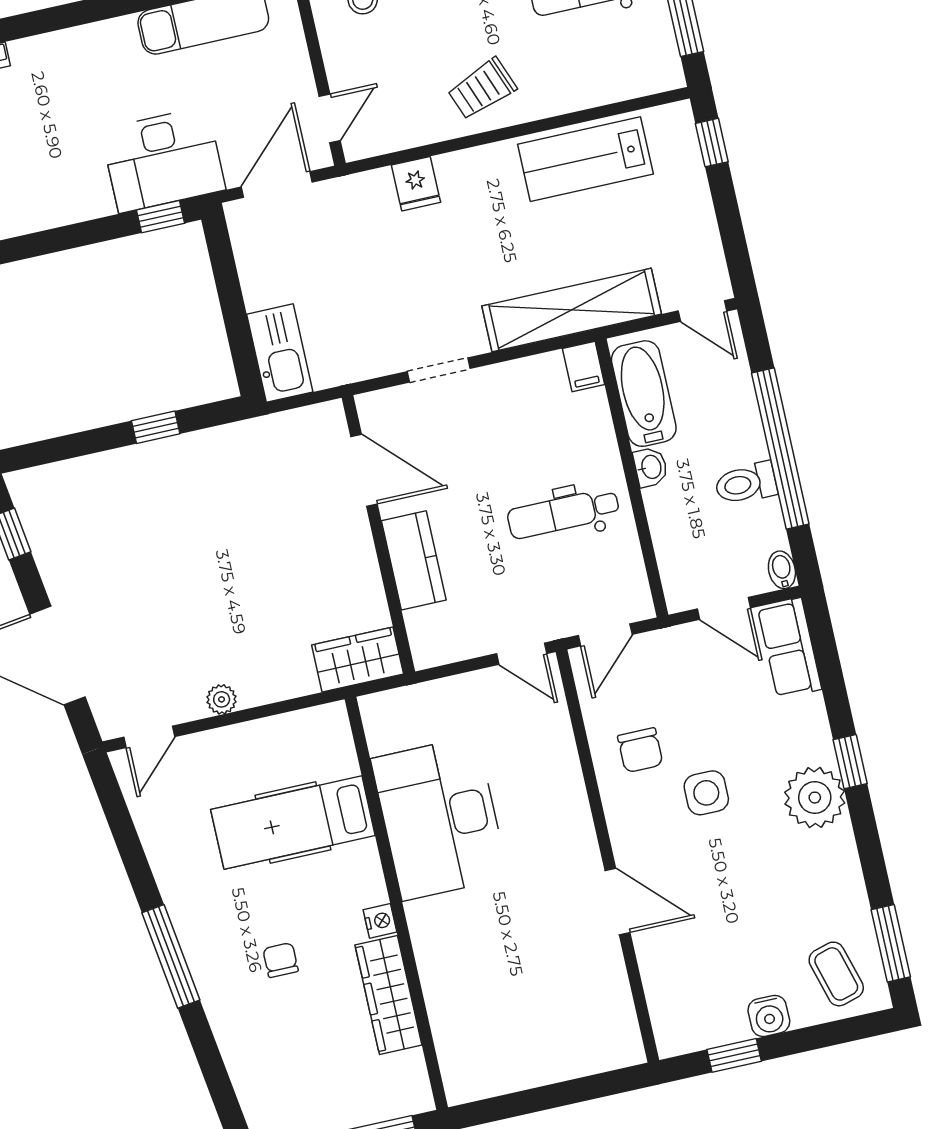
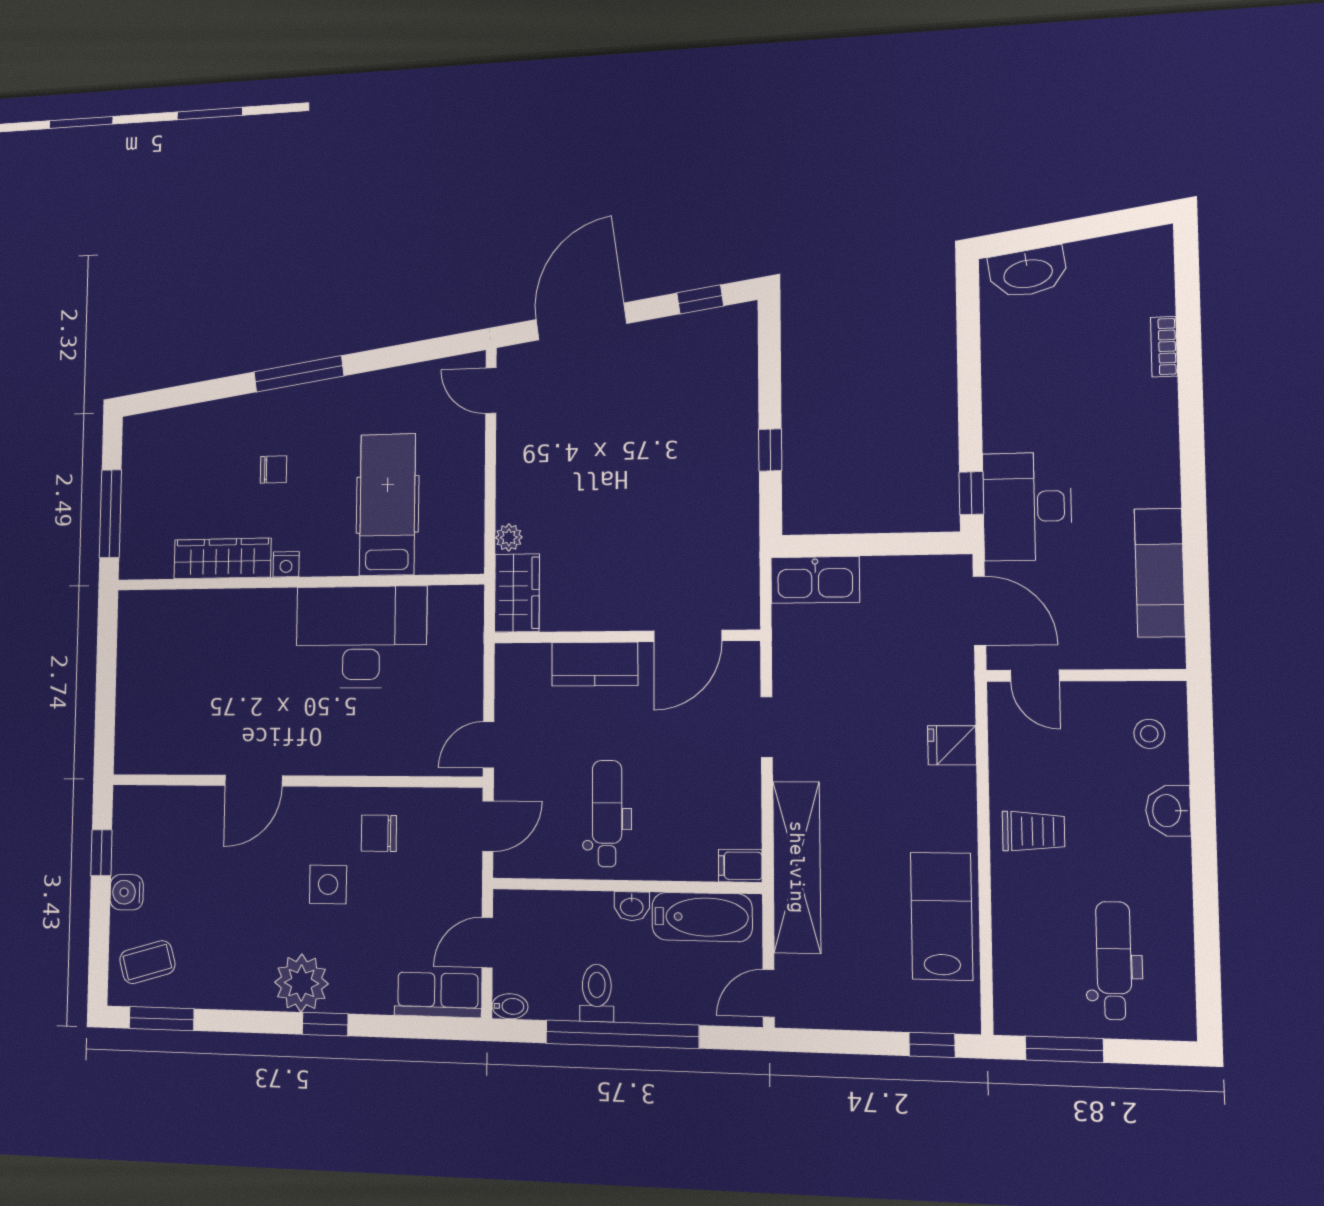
trolley: (482, 89) -> (1034, 831), turned 111
door: (605, 635) -> (488, 826), swing flipped
plant: (222, 699) -> (509, 537), moved

